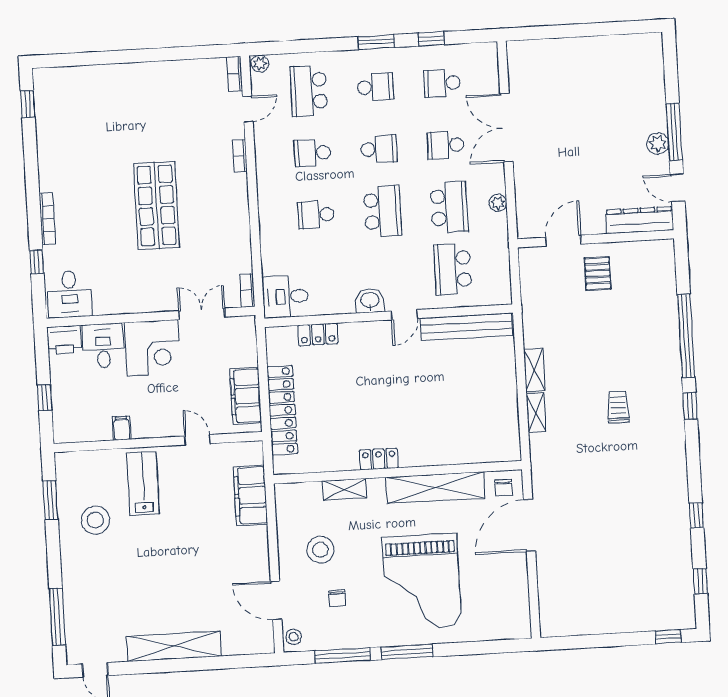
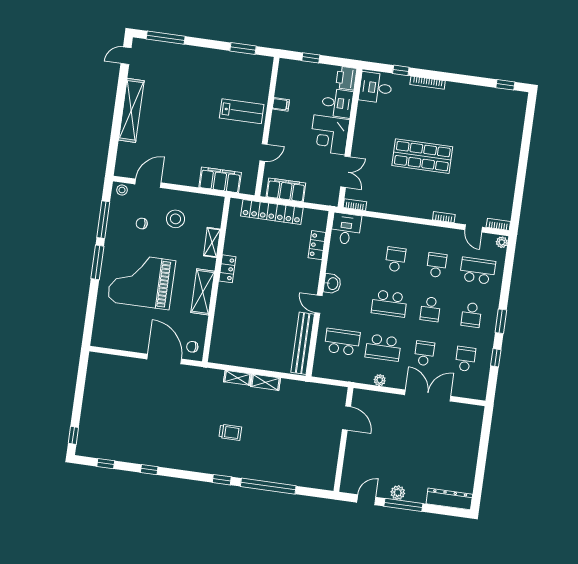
dresser: (639, 220) -> (449, 499), moved, turned -90
pallet: (598, 273) -> (320, 436), removed
shelving: (435, 488) -> (203, 292), width x0.68
stool: (95, 520) -> (224, 75), removed

